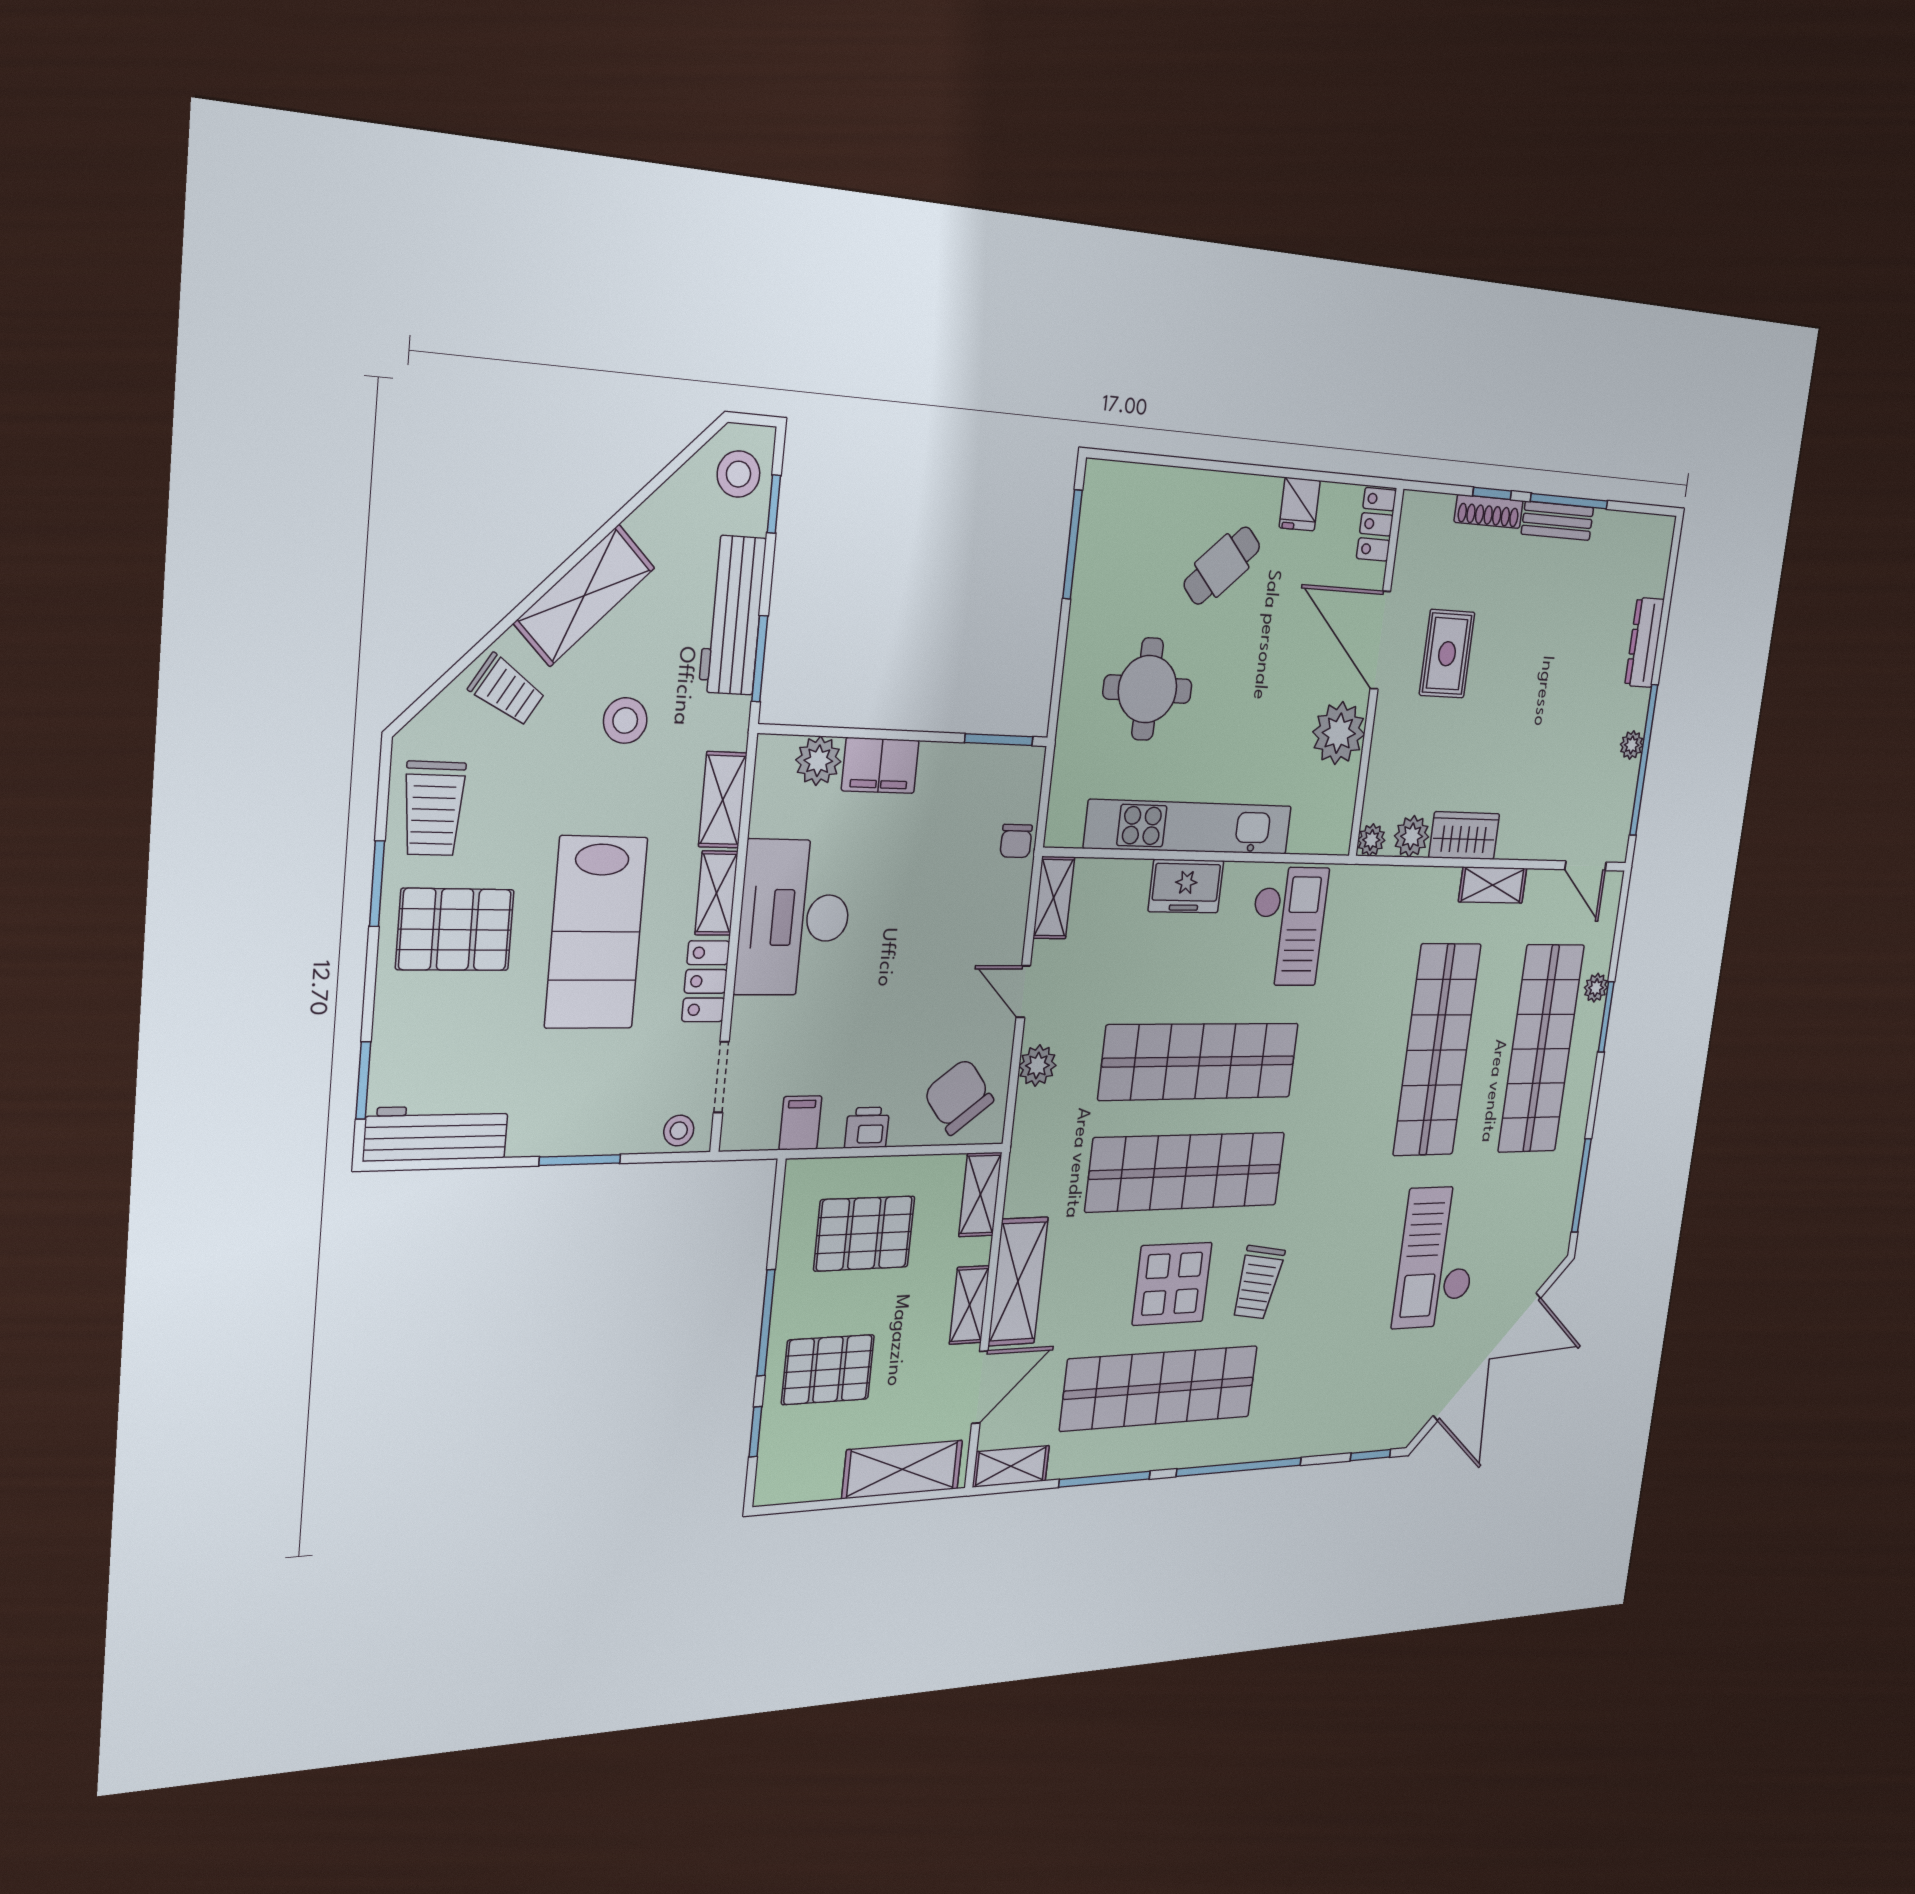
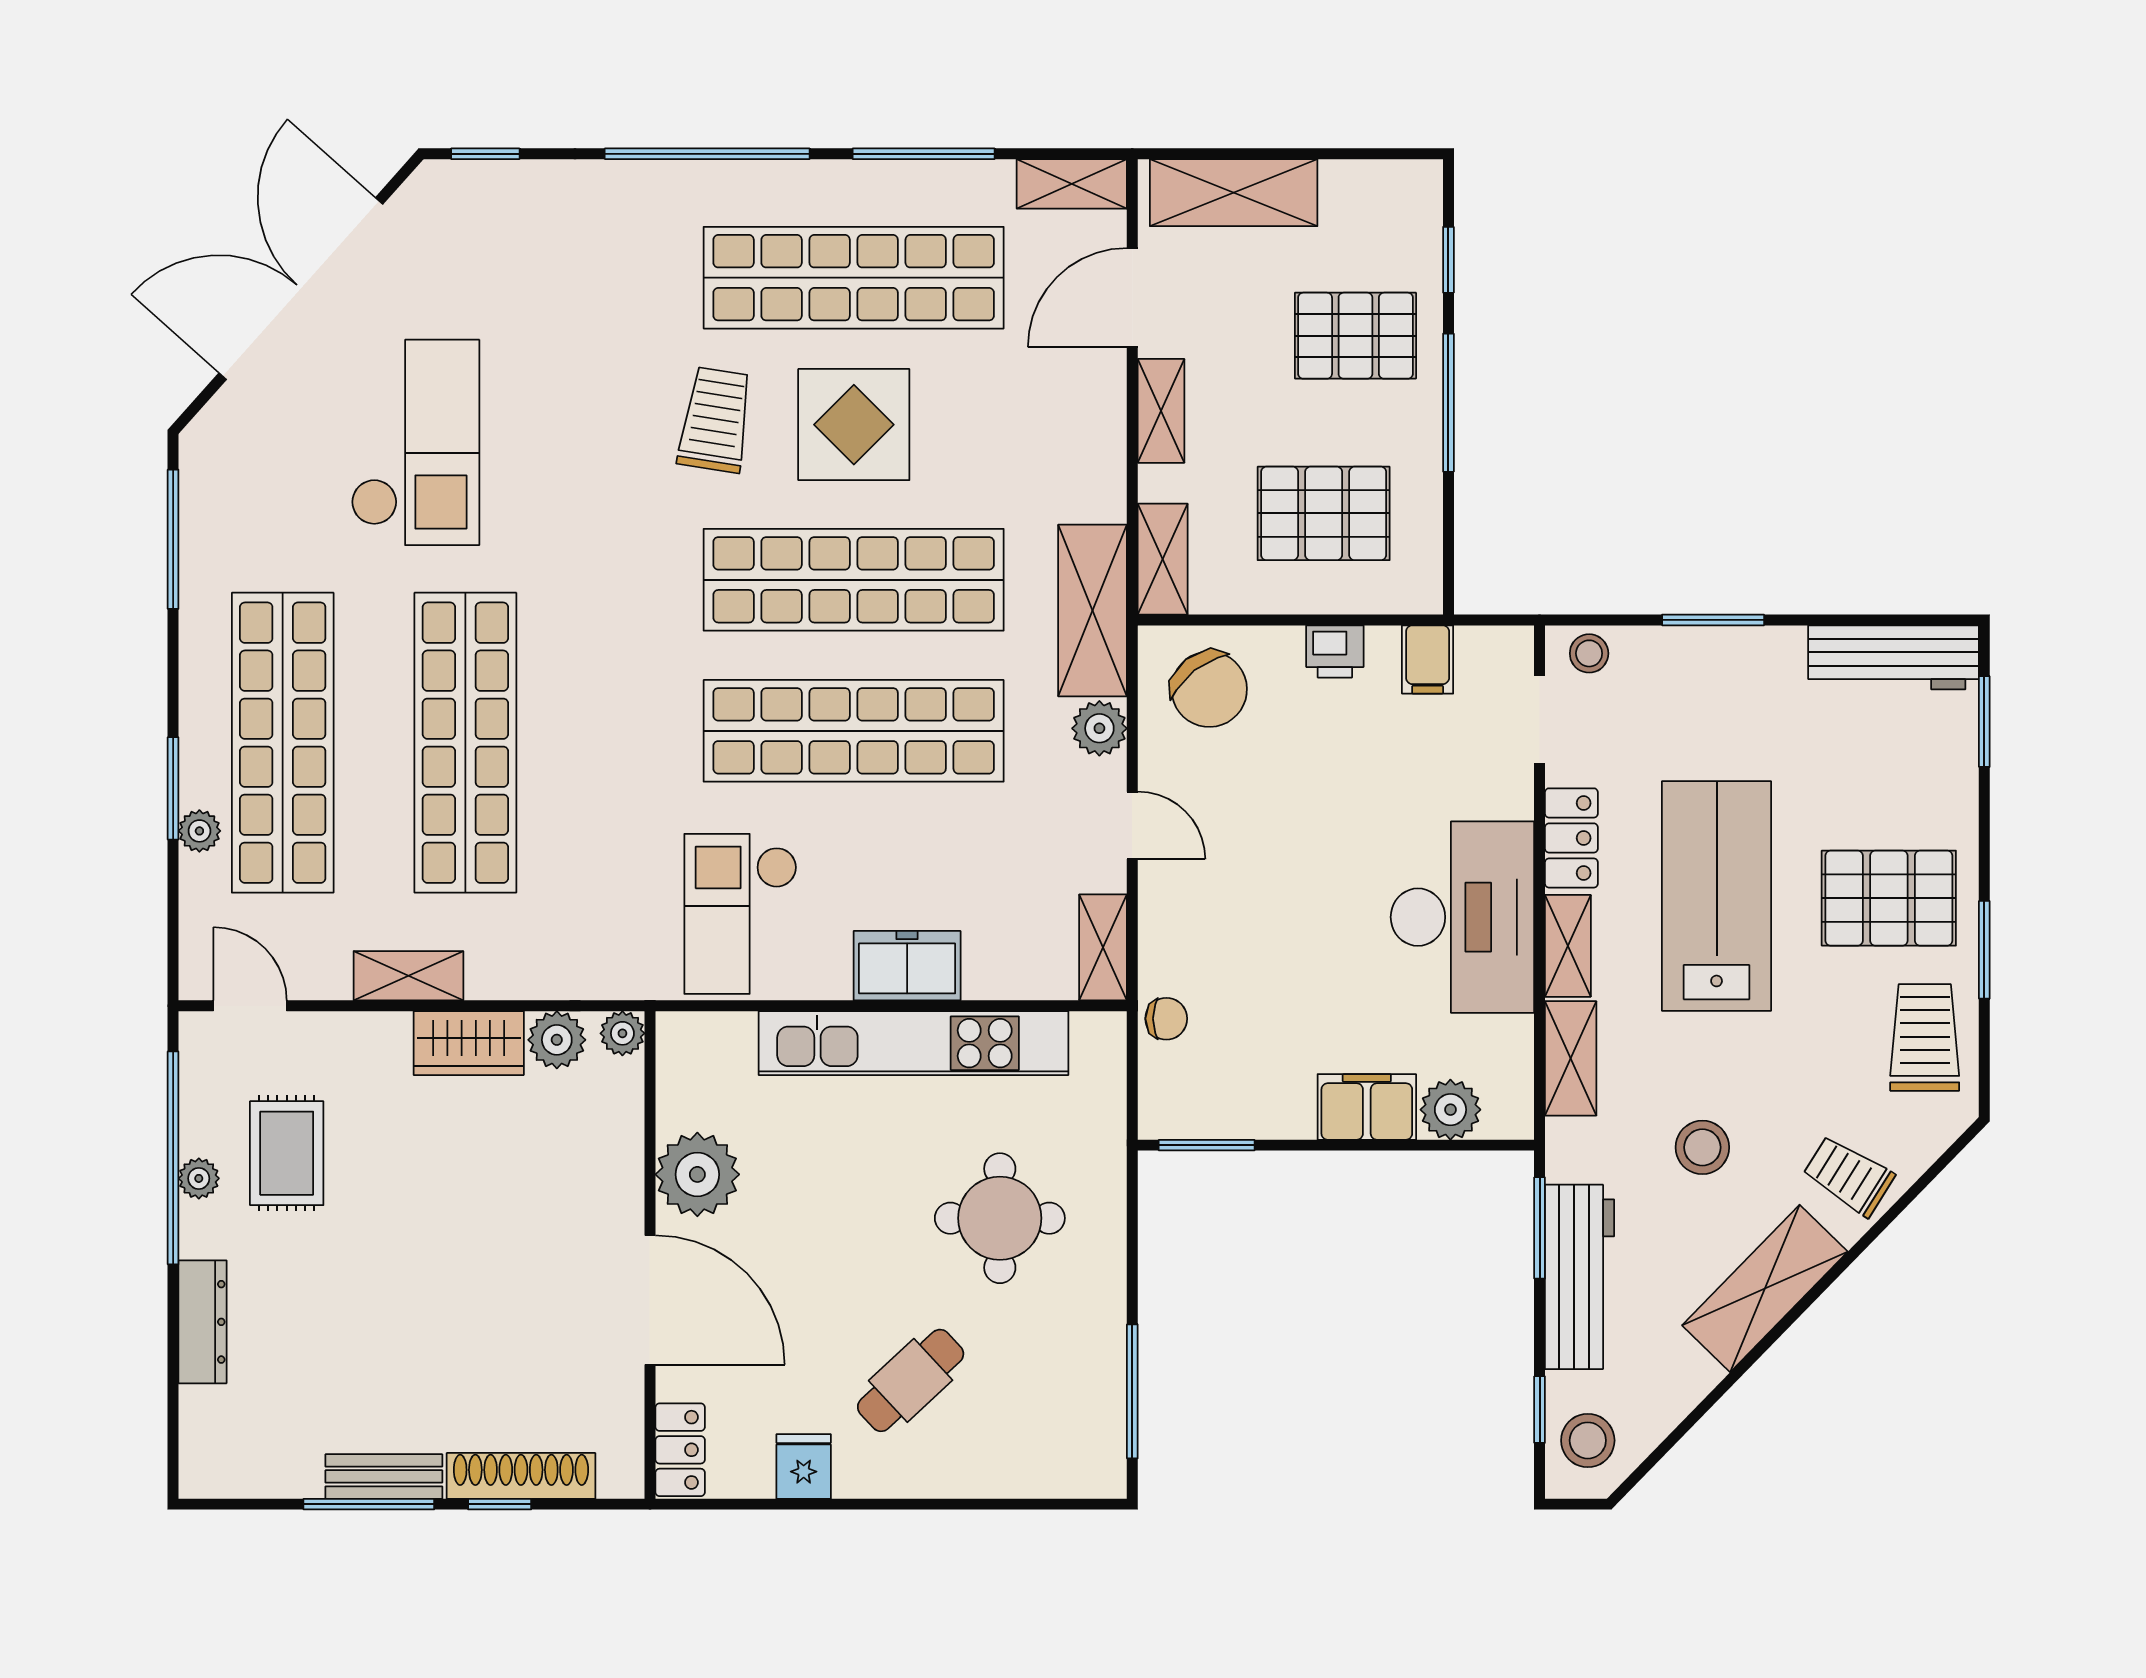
shoe rack: (1489, 511) -> (521, 1476), width x1.36, depth x1.24
rug: (1447, 654) -> (287, 1153), moved
chair: (1016, 841) -> (1166, 1019), turned 90
shelving: (1018, 1281) -> (1093, 611), moved

